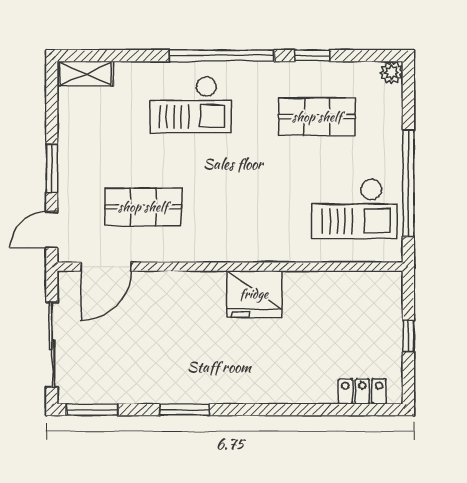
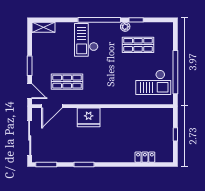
plant: (392, 72) -> (125, 27), moved
checkout: (190, 105) -> (86, 40), turned 90
door: (52, 230) -> (30, 91), swing flipped
fridge: (254, 294) -> (89, 117), moved
locker: (362, 391) -> (145, 157), moved

